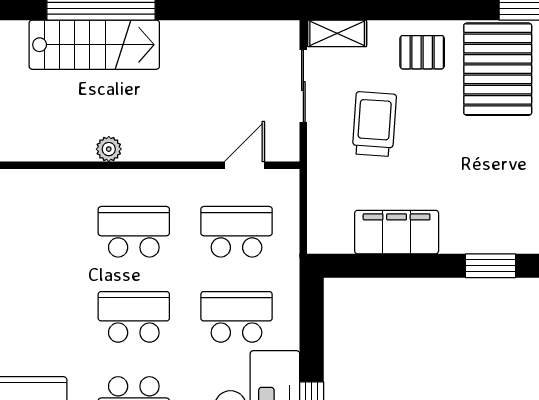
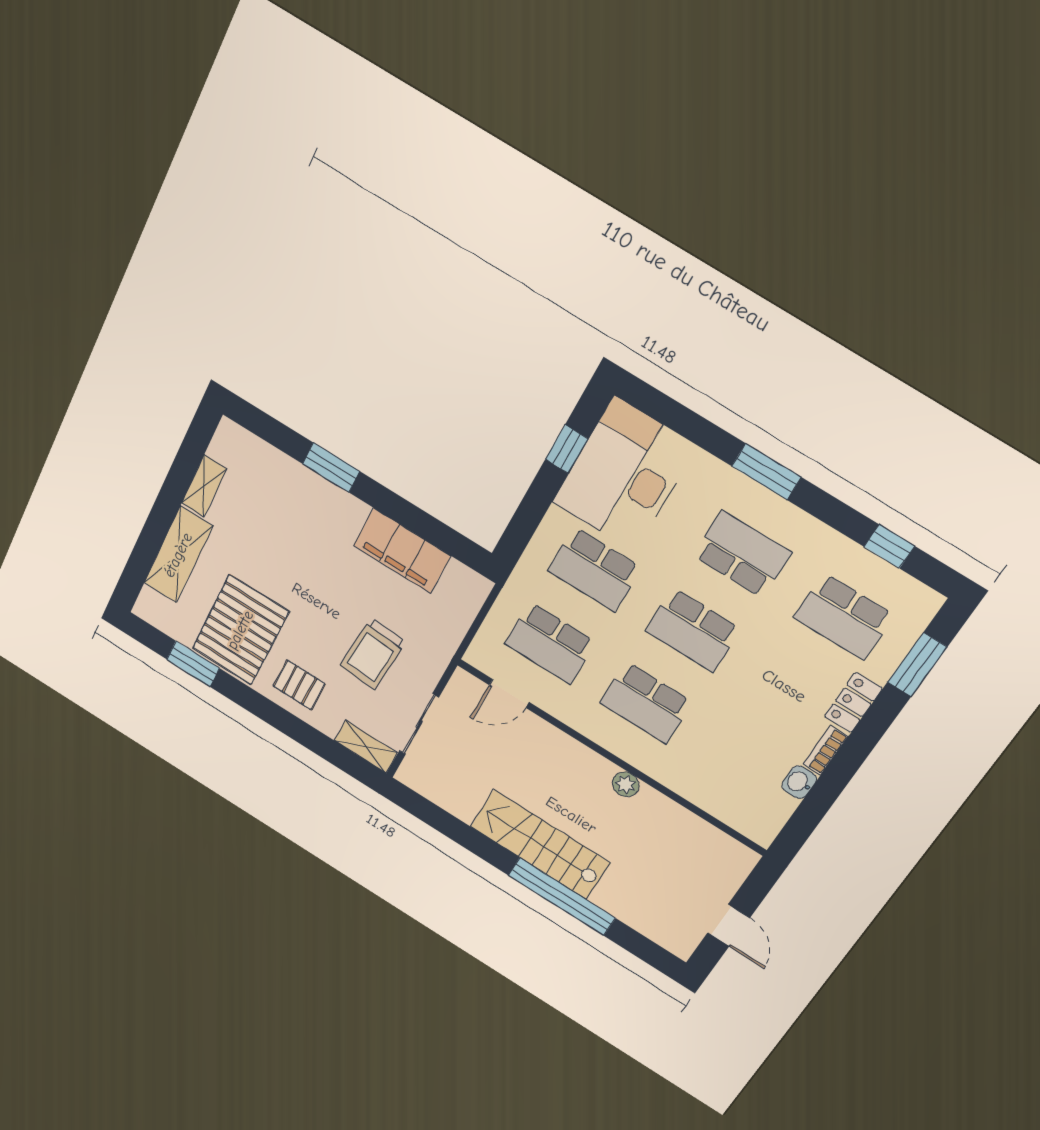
stairs: (94, 45) -> (540, 845), moved

